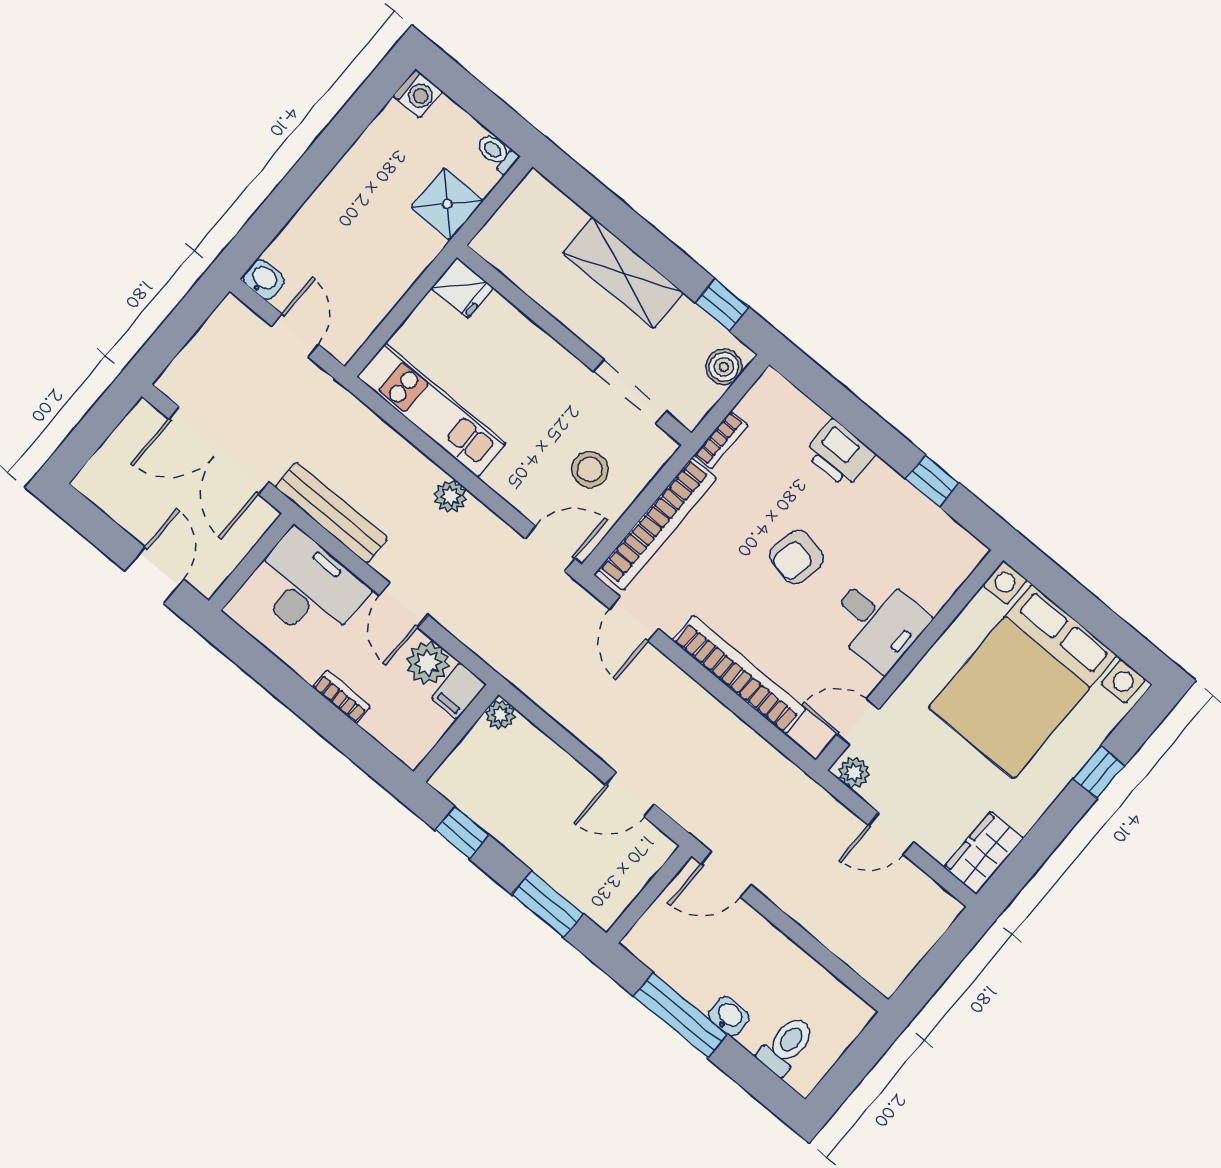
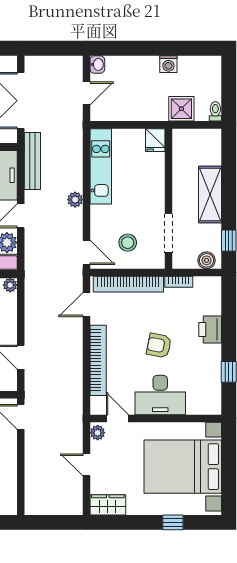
washing machine: (418, 94) -> (168, 64), moved
desk: (878, 622) -> (160, 395), width x1.37

